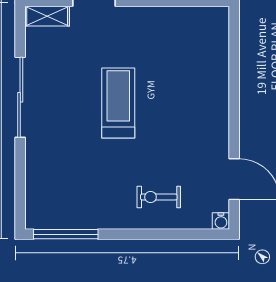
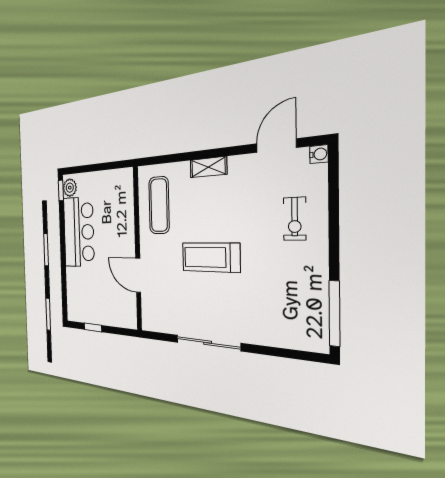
shelving: (47, 16) -> (208, 167), moved, turned 90
exercise mat: (180, 36) -> (159, 205), added

